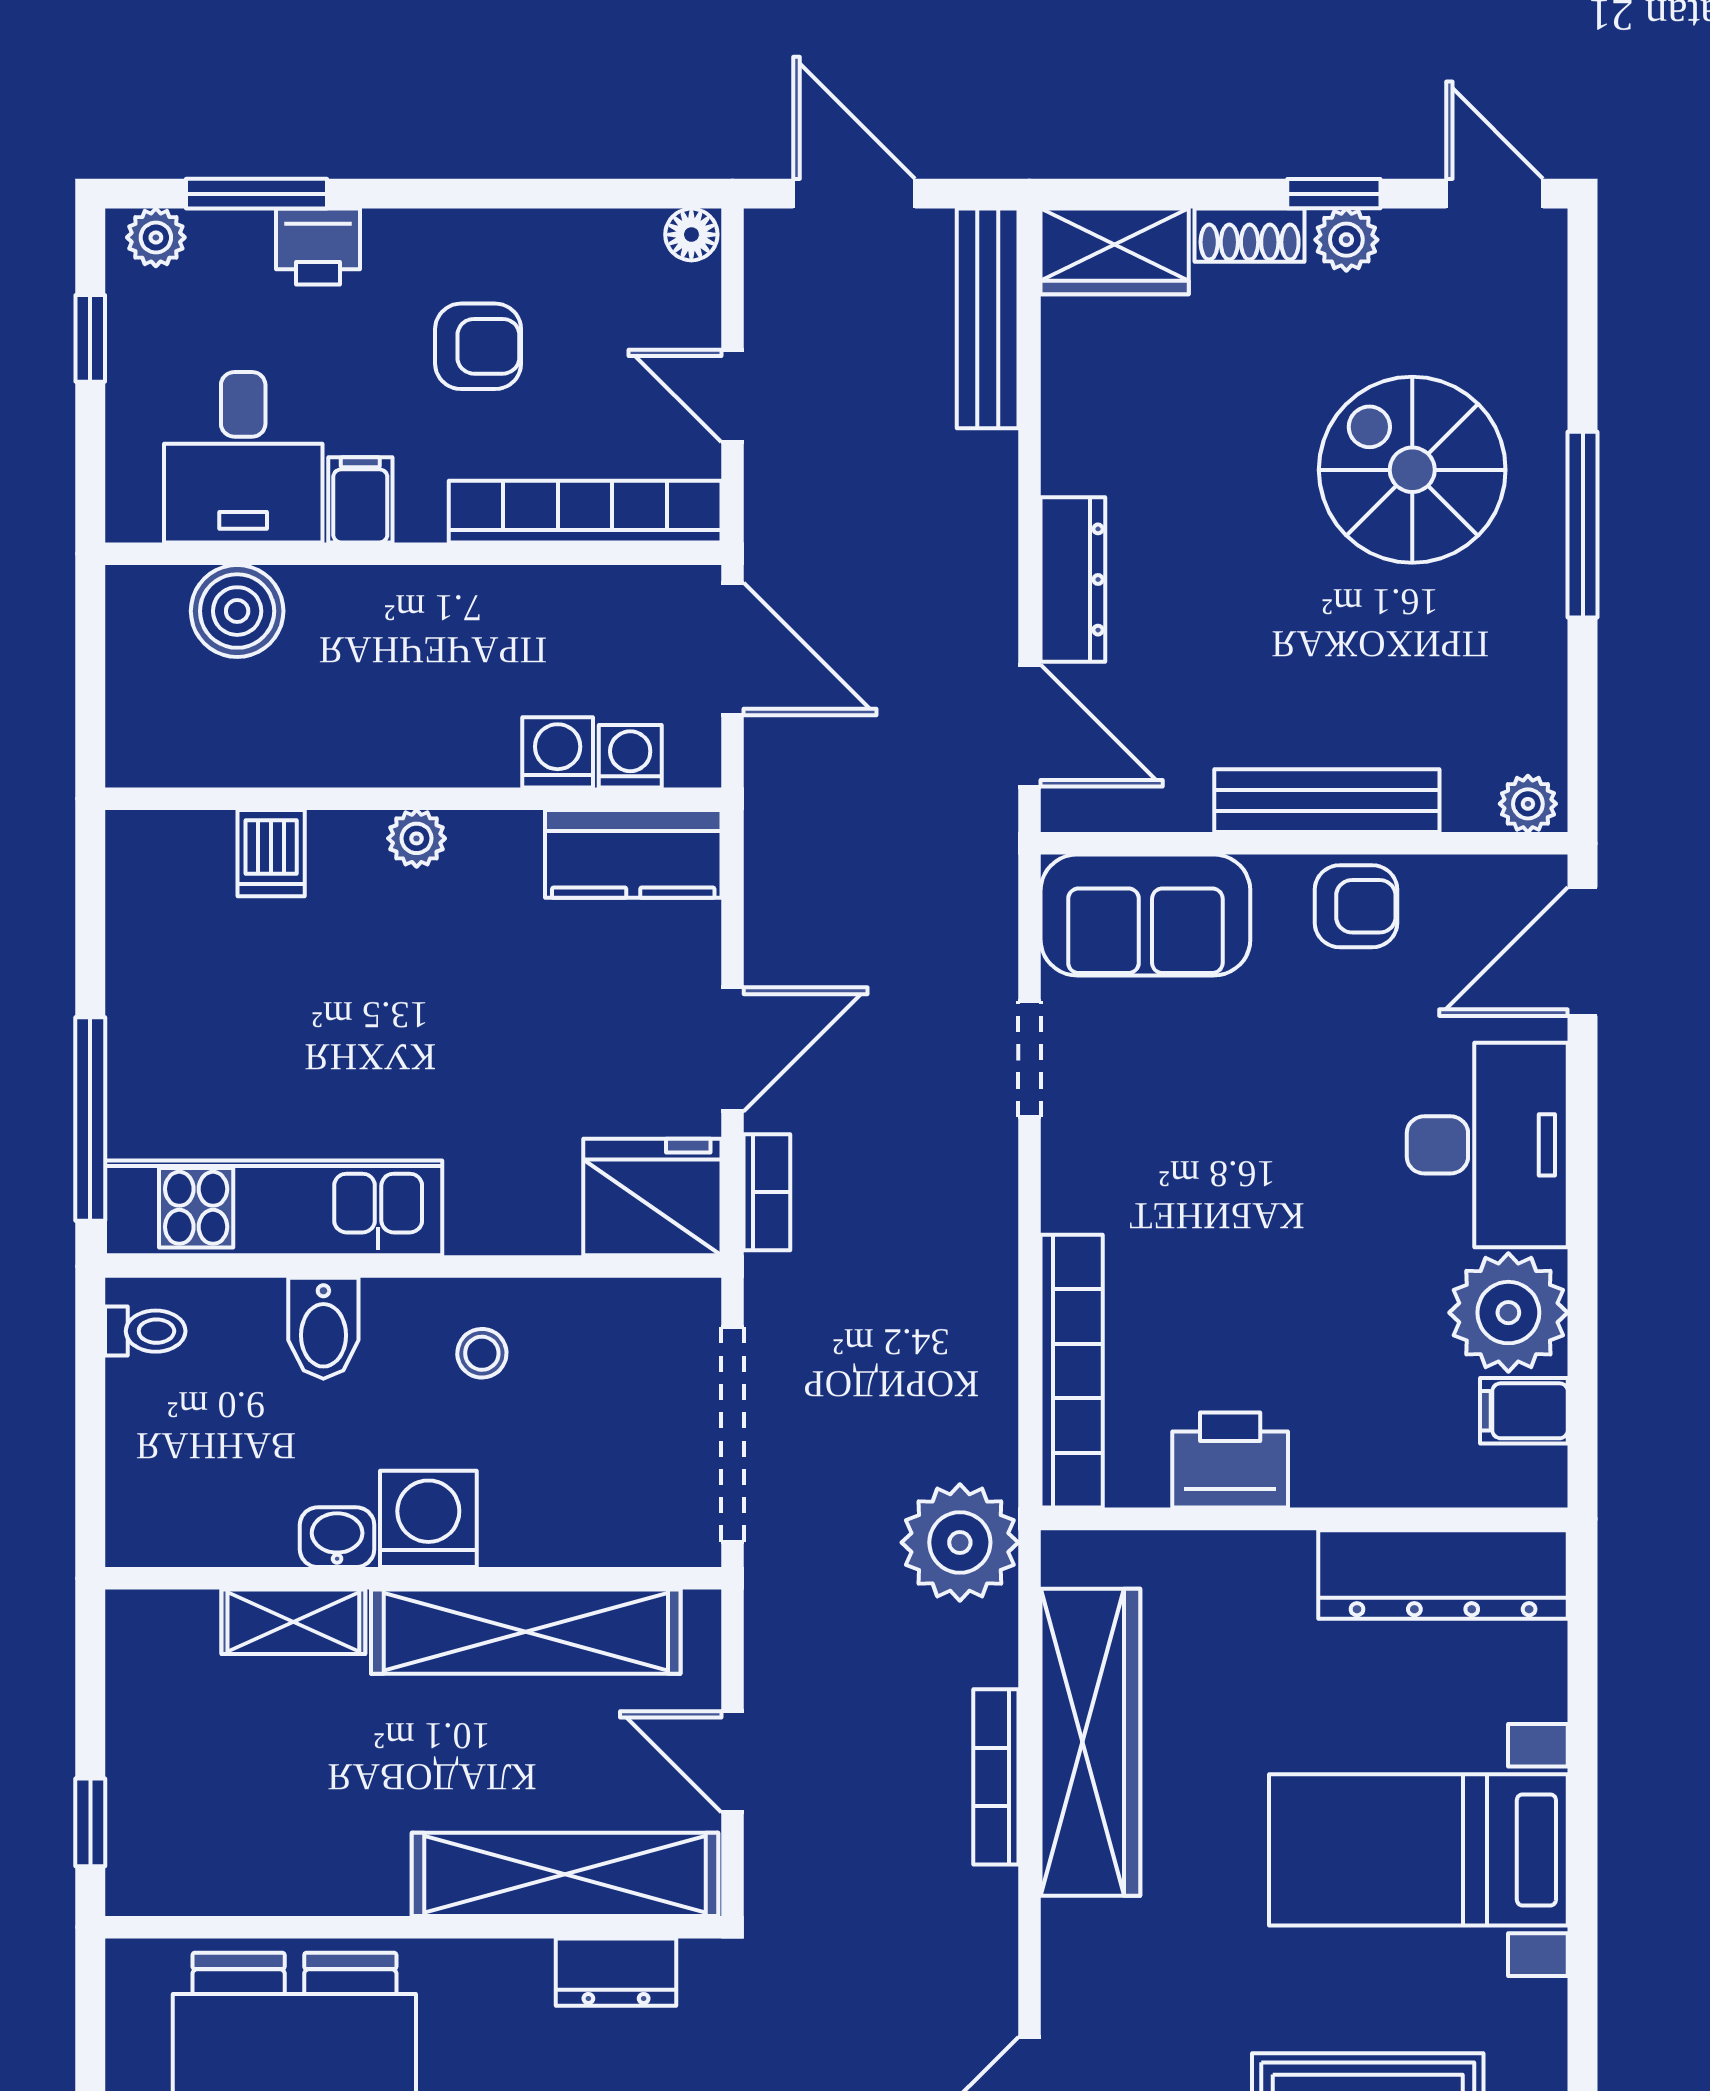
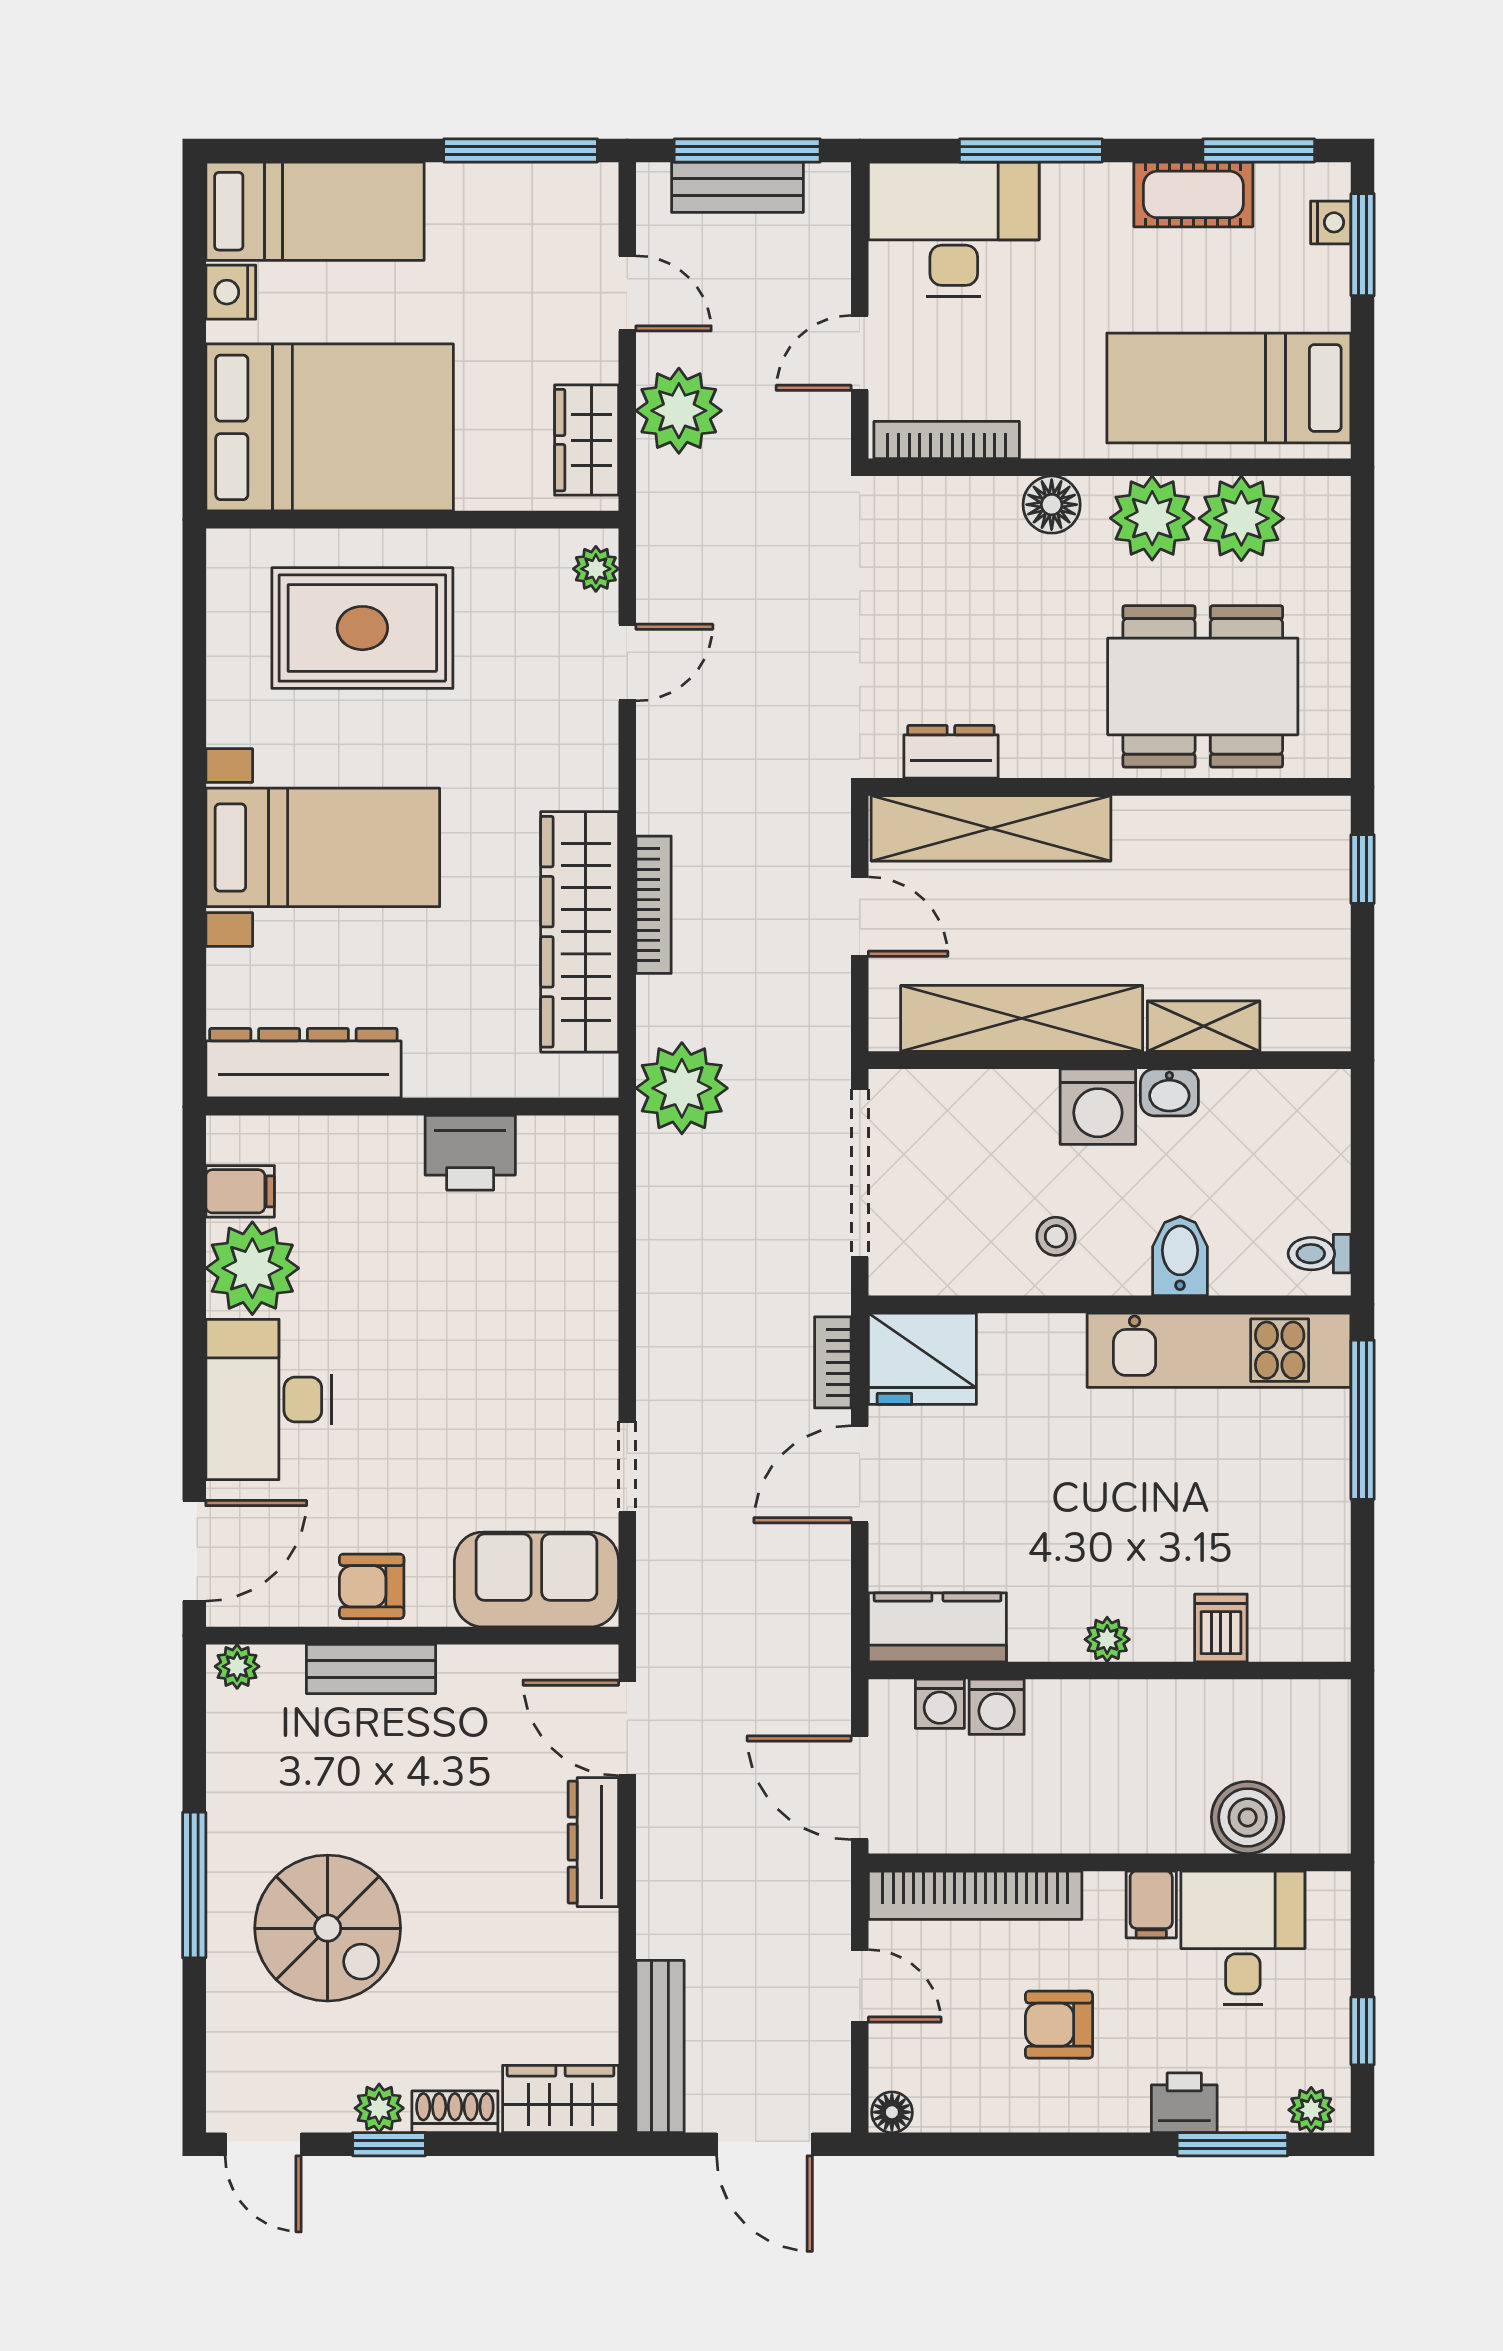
bench: (1327, 801) -> (371, 1669), width x0.73
bookcase: (1072, 1371) -> (594, 1222), removed

